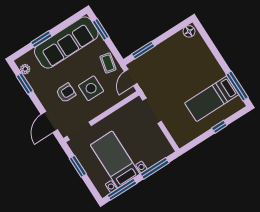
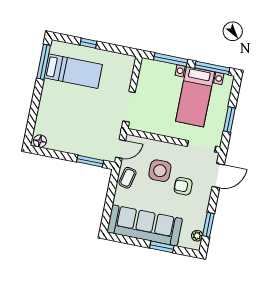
window: (101, 29) -> (108, 210), removed

